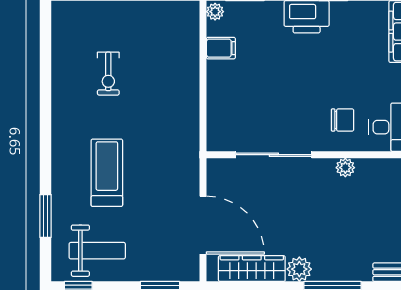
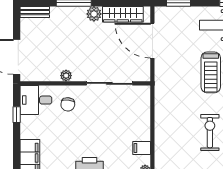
exercise bike: (108, 74) -> (210, 133), width x1.38, depth x1.39
chair: (342, 120) -> (68, 104), turned -84

